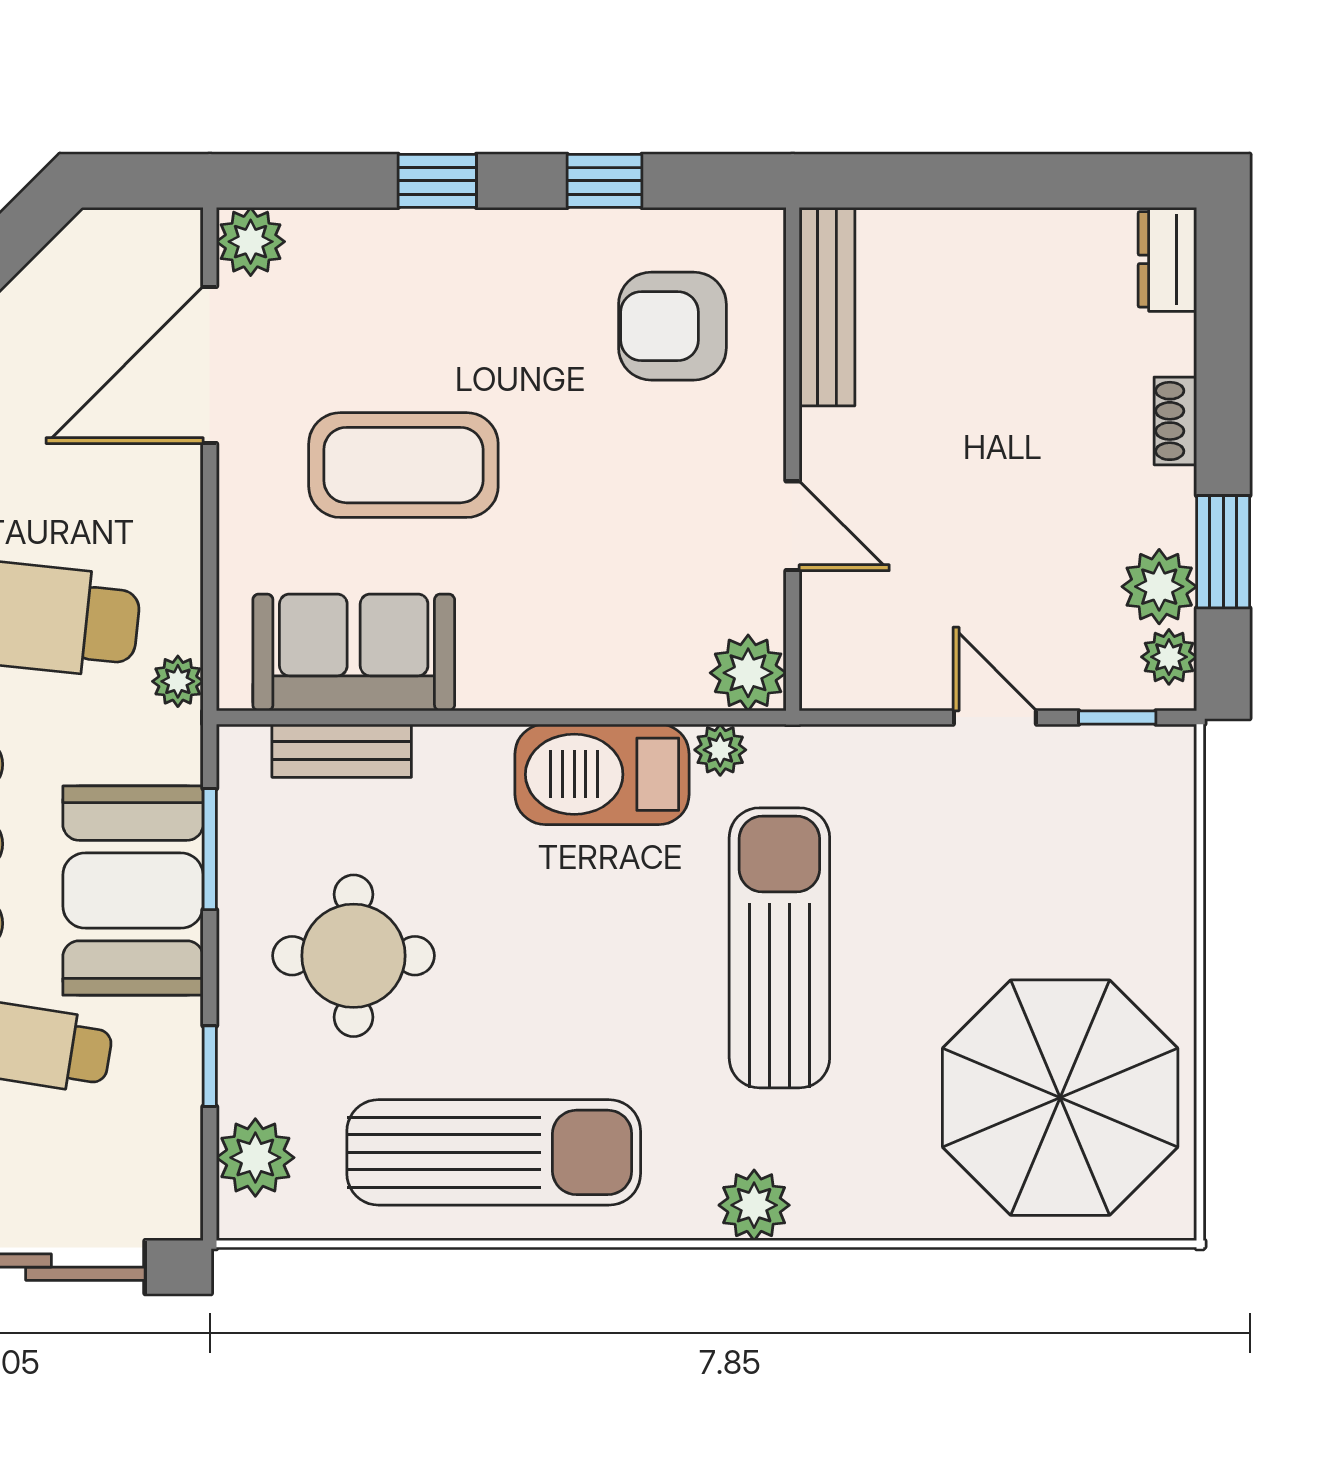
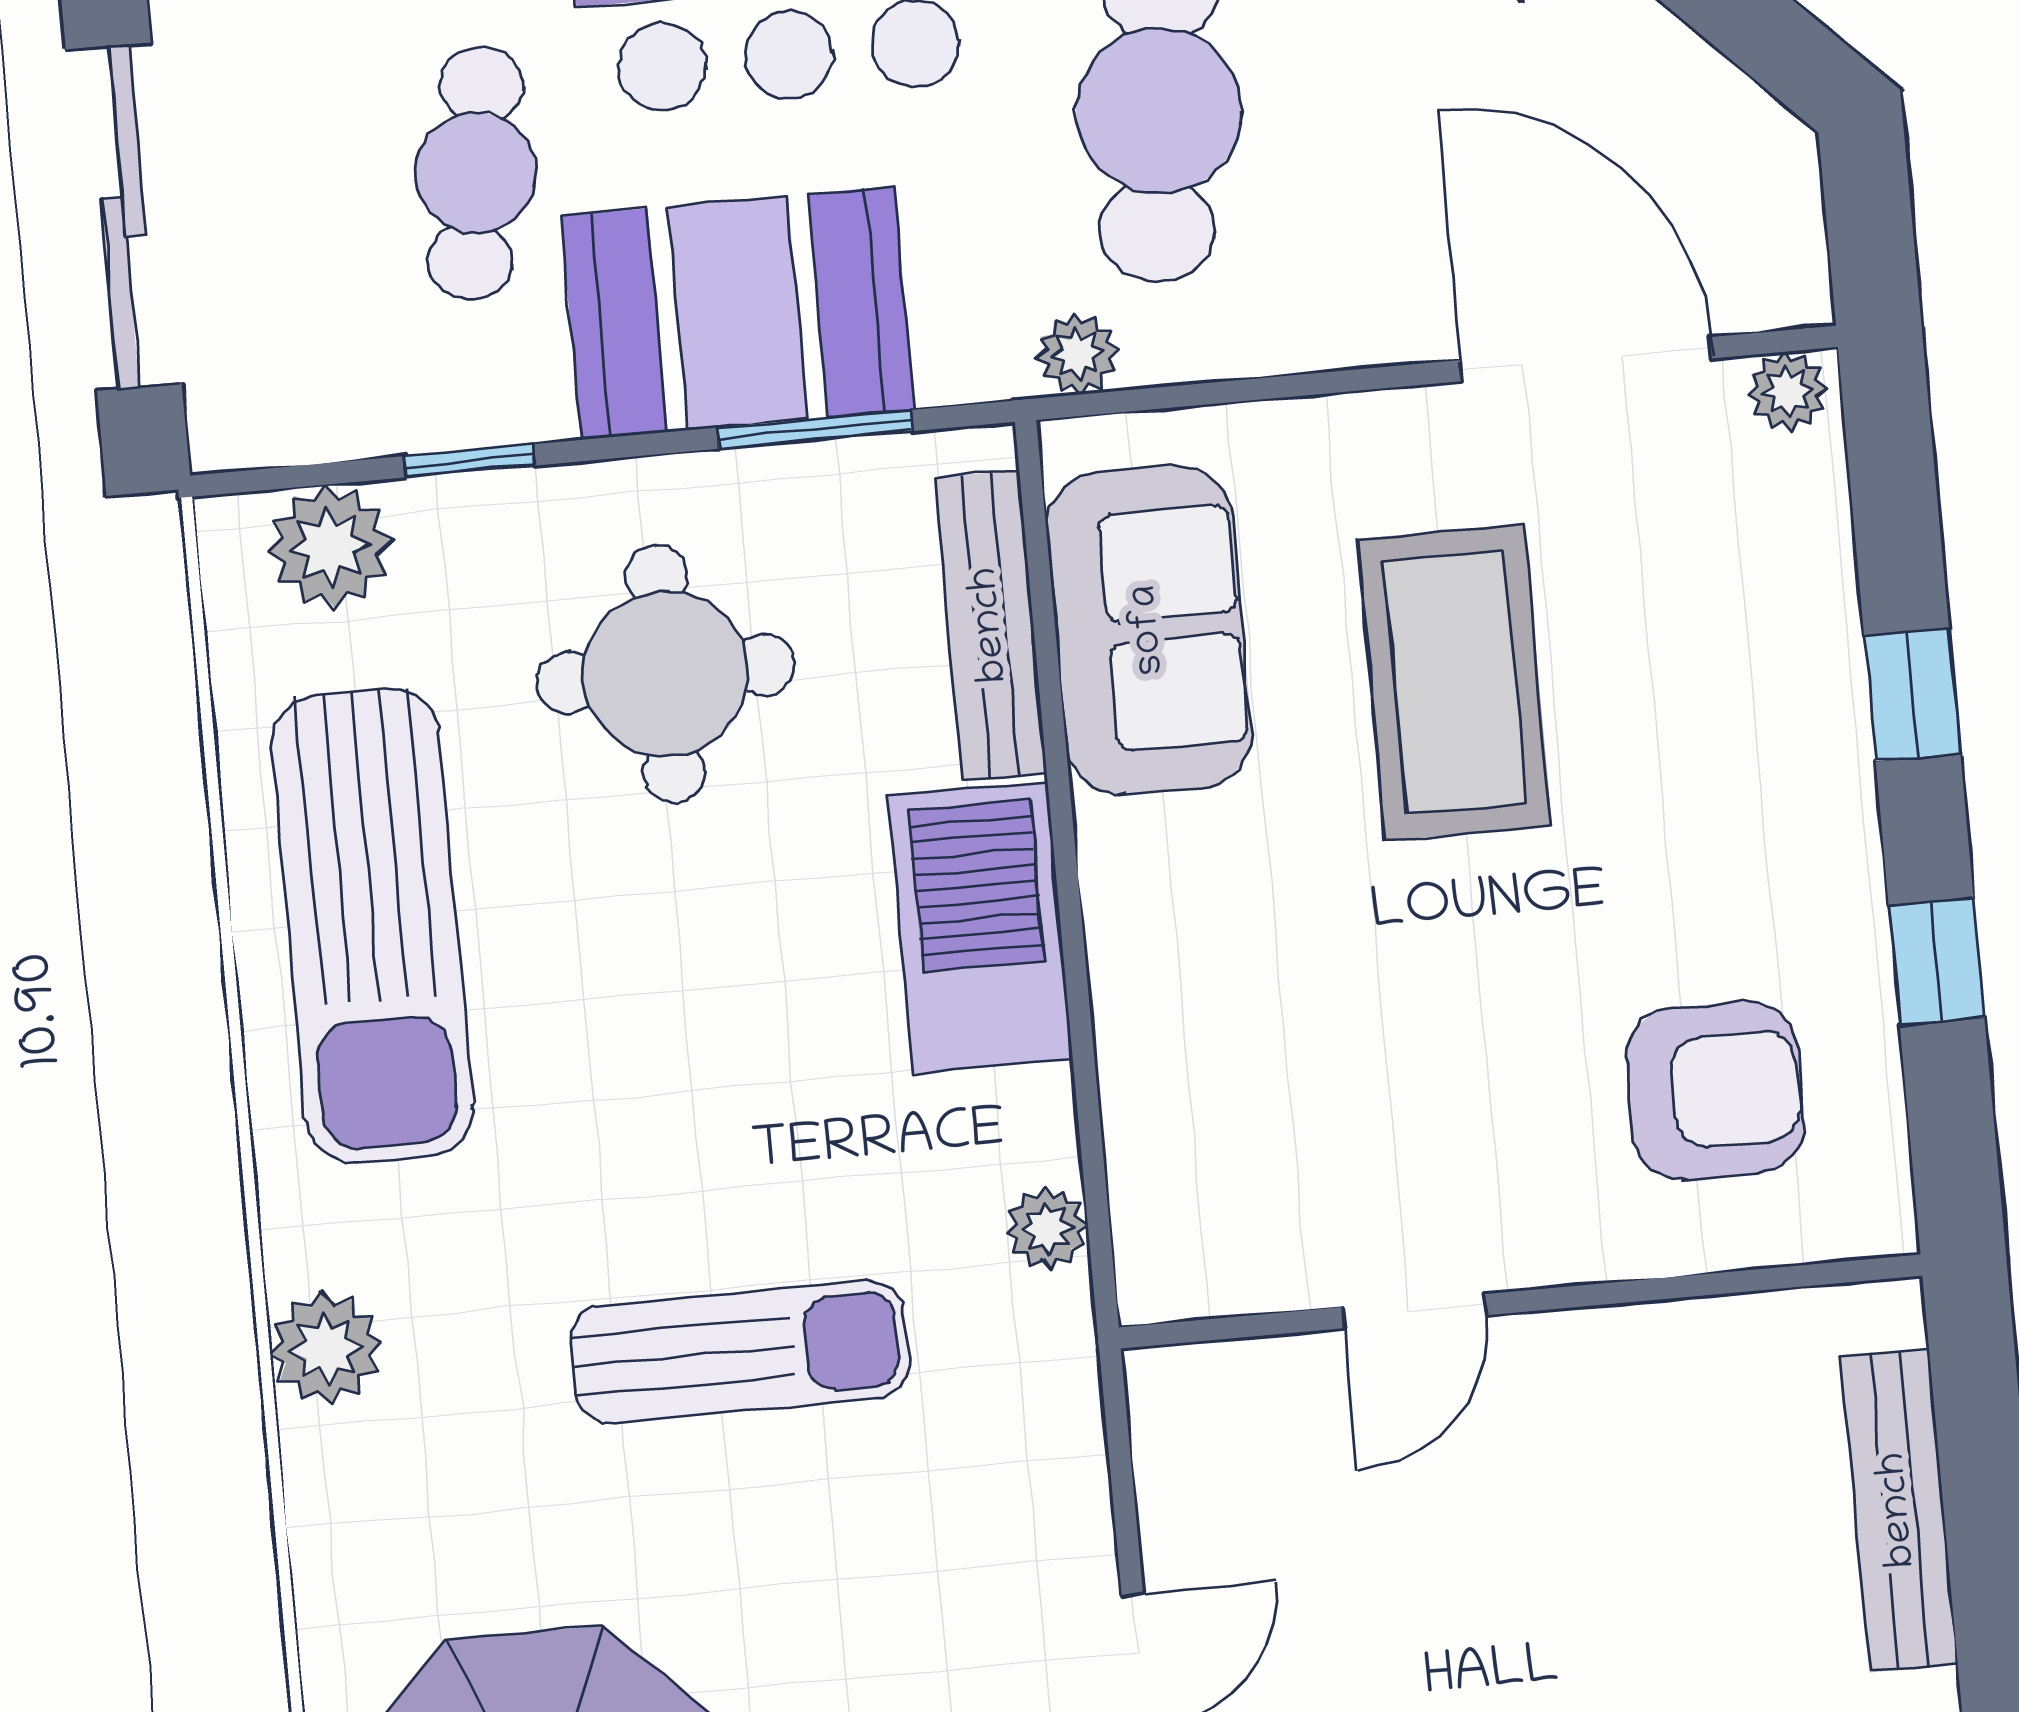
plant: (251, 242) -> (1787, 391), width x0.73, depth x0.73
bench: (827, 307) -> (1899, 1510), moved, turned 90
armchair: (672, 326) -> (1715, 1091), turned 90
plant: (748, 673) -> (1174, 1261), removed
bench: (342, 751) -> (991, 625), width x1.36
barbecue: (602, 774) -> (980, 928), moved
sun lounger: (779, 948) -> (740, 1351), width x0.73, depth x0.75

